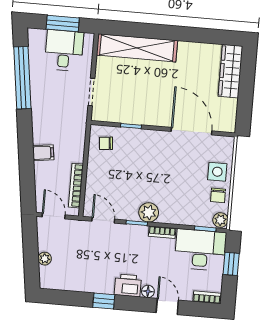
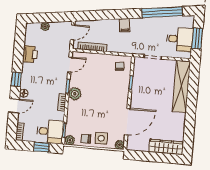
plant: (227, 143) -> (119, 145), added
filing cabinet: (43, 153) -> (124, 25), moved
desk: (200, 250) -> (50, 132), width x0.73
printer: (128, 285) -> (30, 54), moved
window: (104, 301) -> (16, 79), moved

